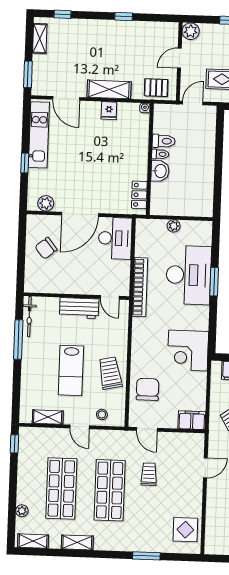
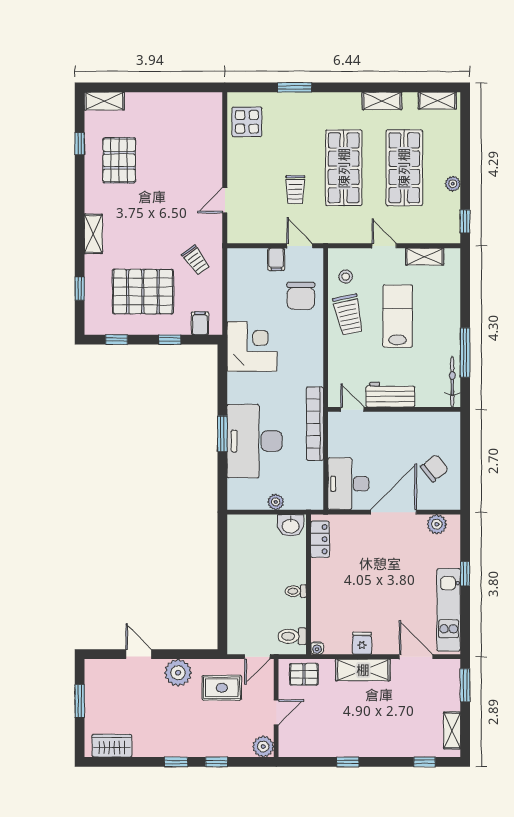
toilet: (164, 141) -> (292, 636), moved
washbasin: (160, 171) -> (291, 525), moved, turned -90
stool: (102, 414) -> (346, 277), moved
filing cabinet: (192, 420) -> (276, 259), moved, width x0.50
plant: (22, 511) -> (453, 184), moved

